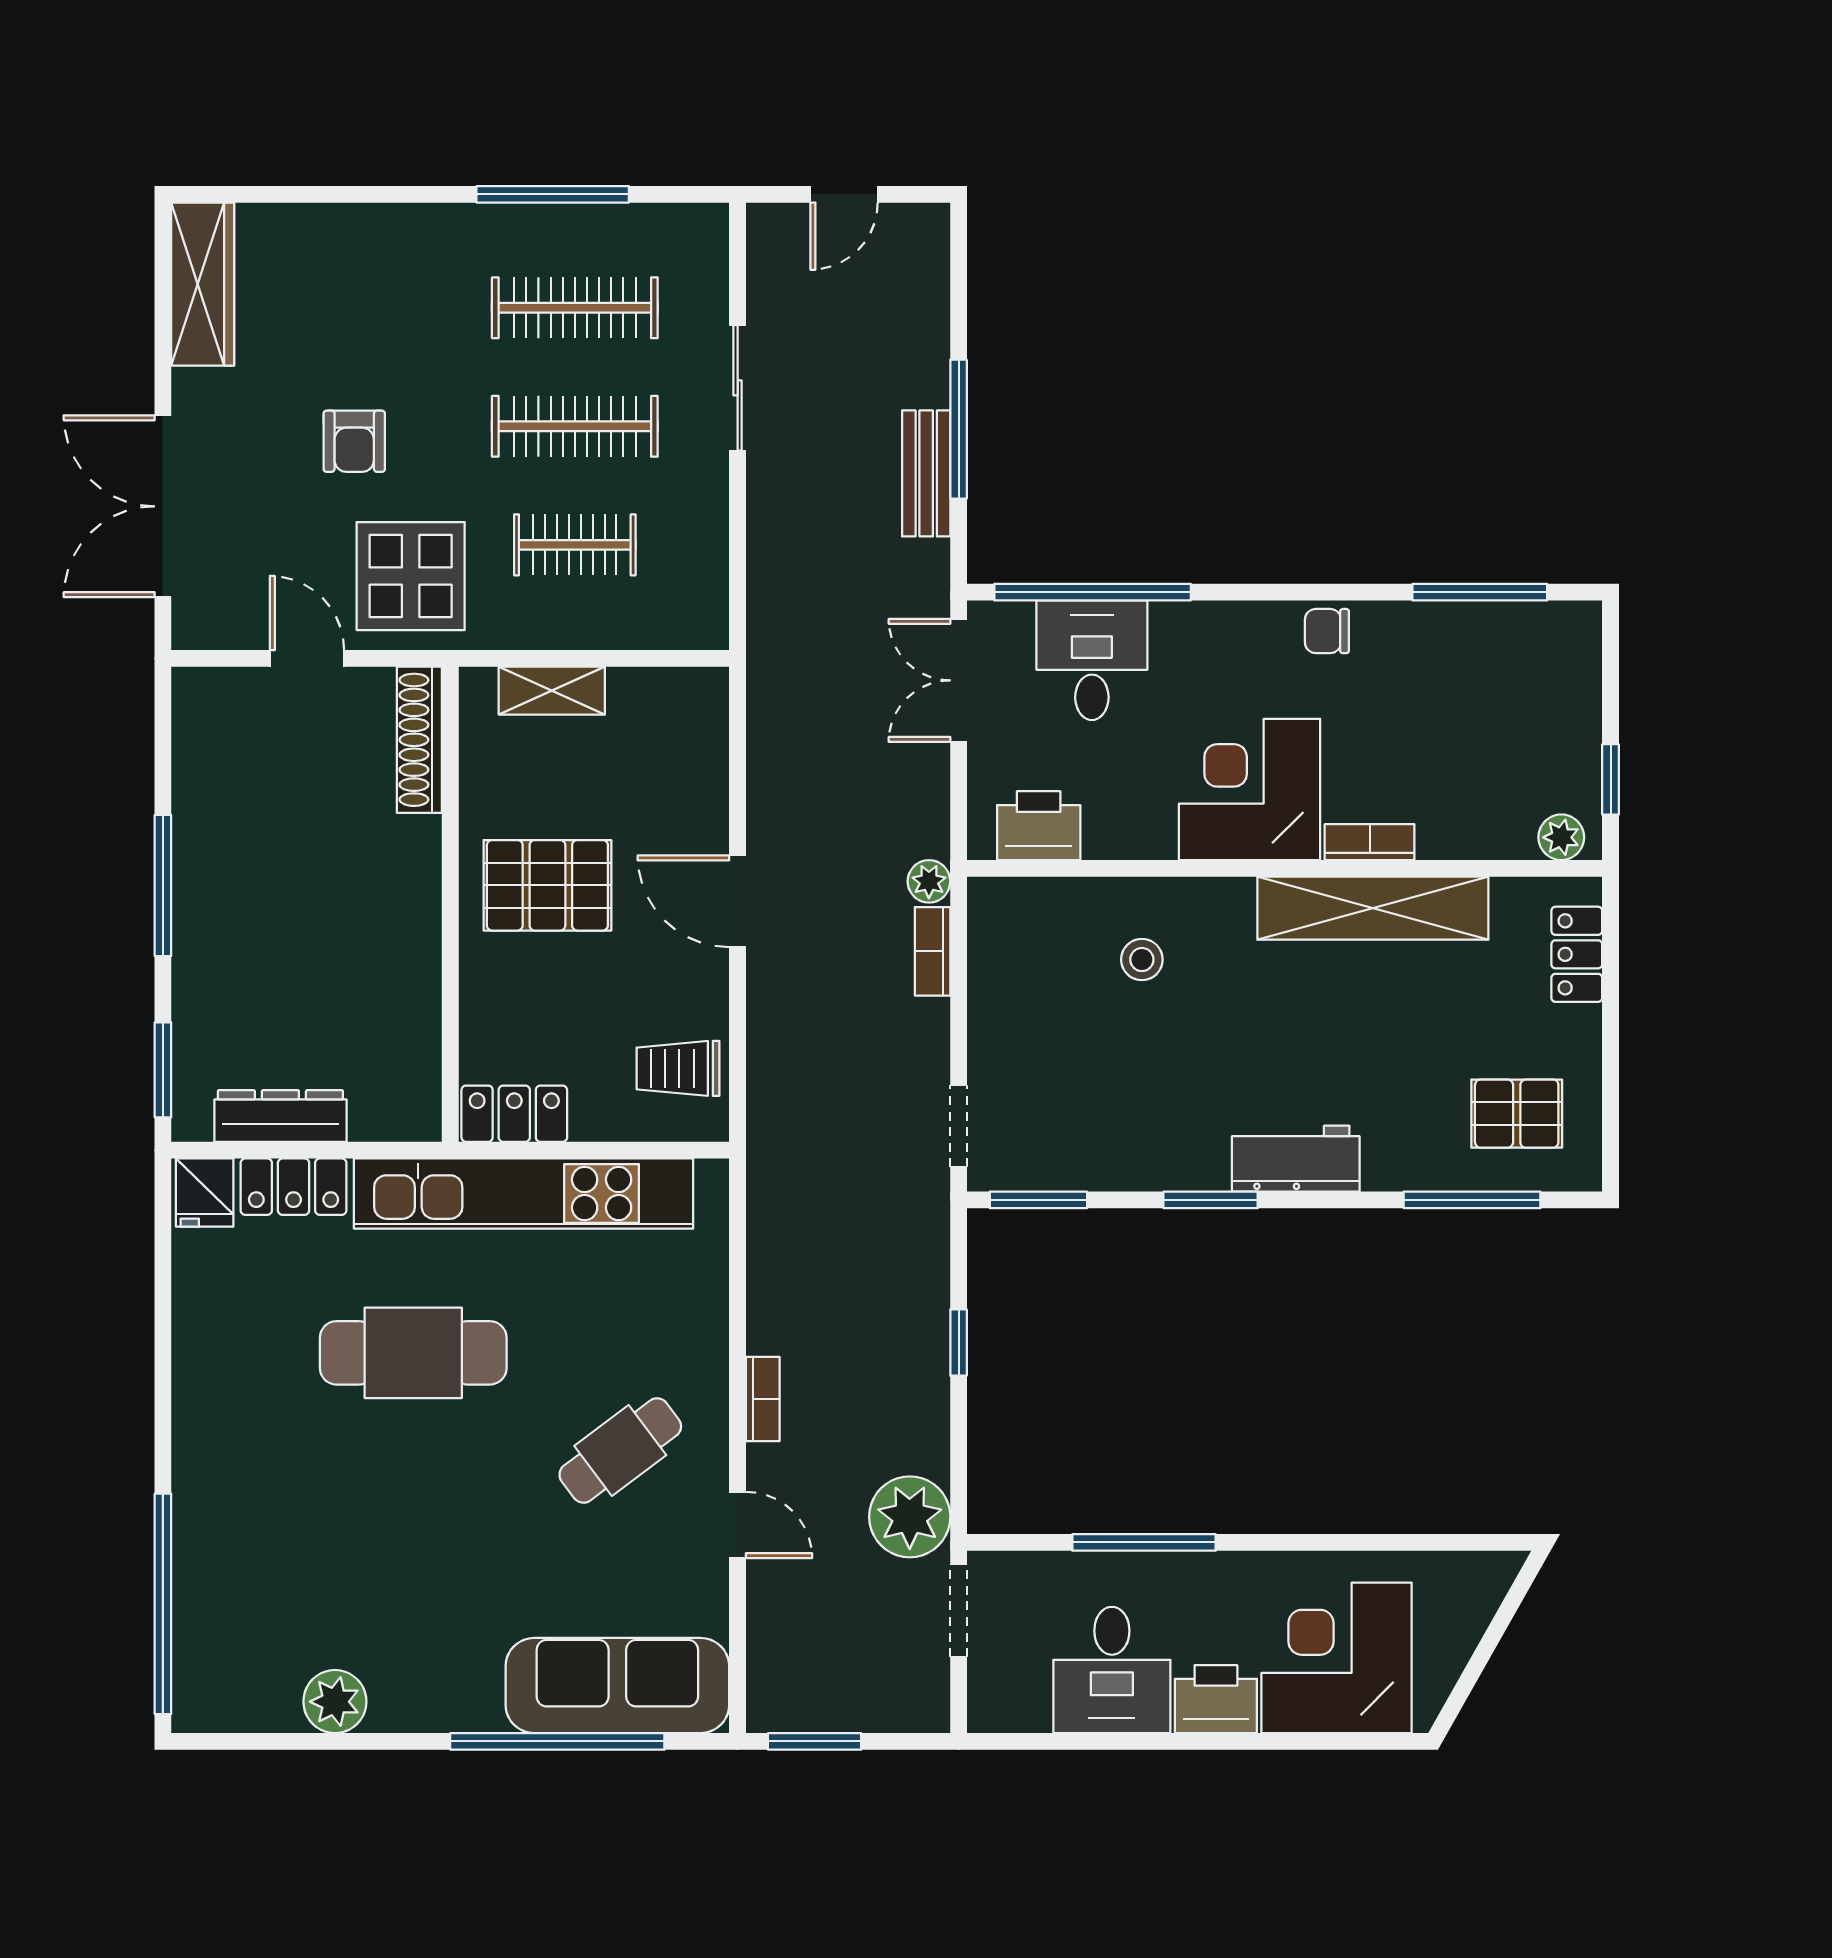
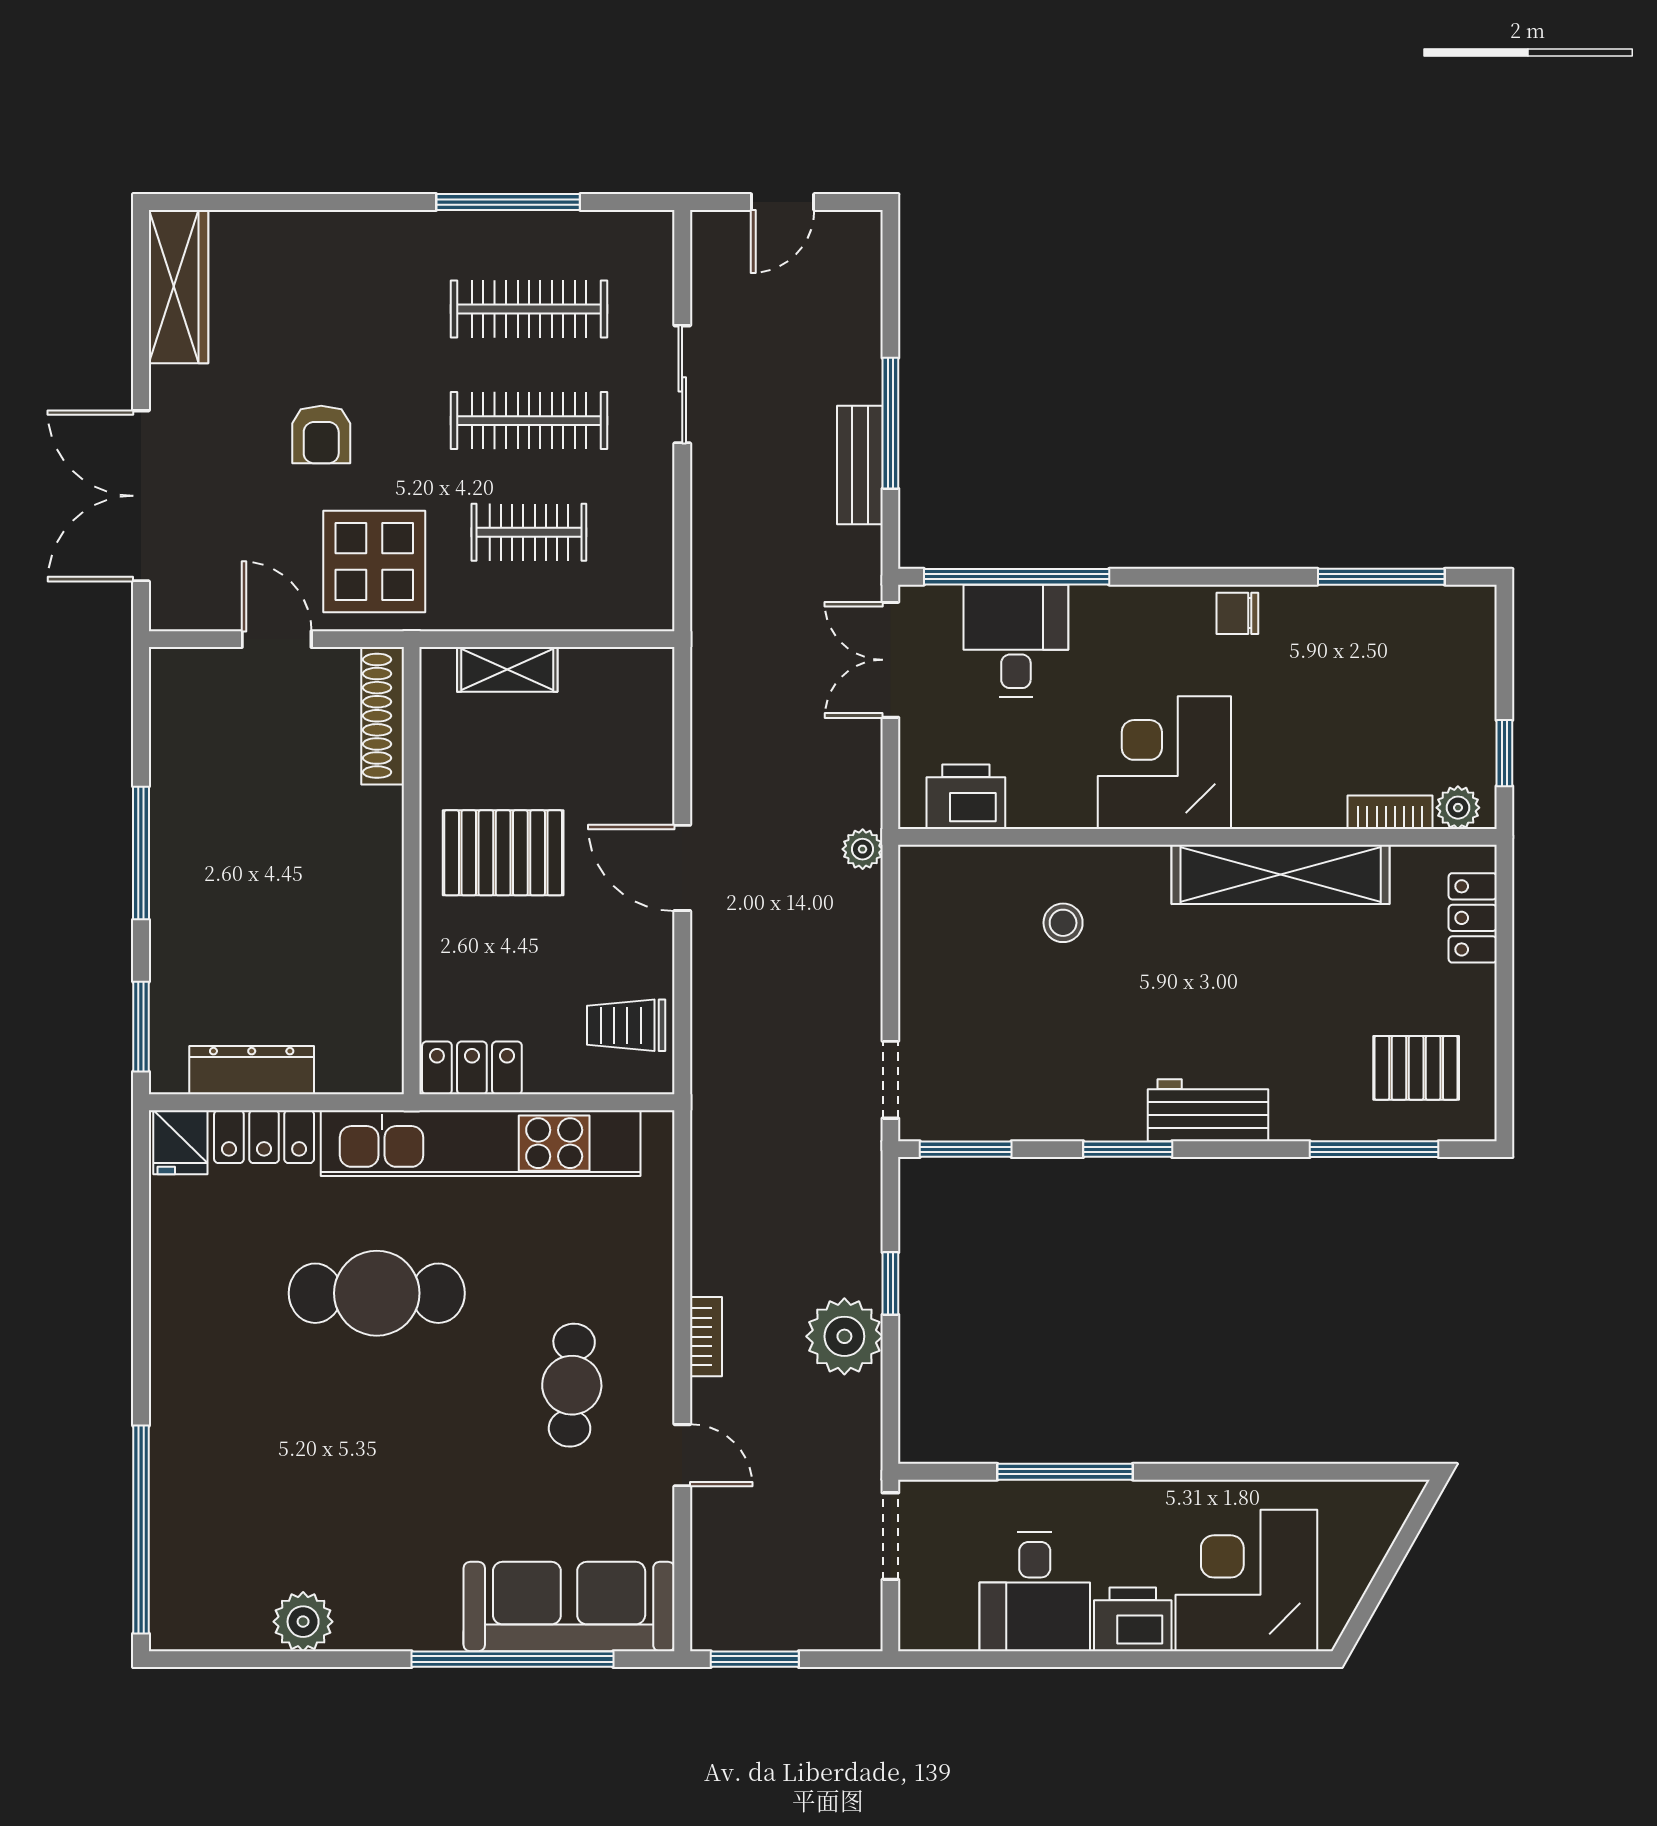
bookcase: (1370, 842) -> (1390, 812), moved
bookcase: (933, 951) -> (866, 915), removed
cafe table: (620, 1450) -> (572, 1385), turned -50
plant: (910, 1517) -> (844, 1336), moved

